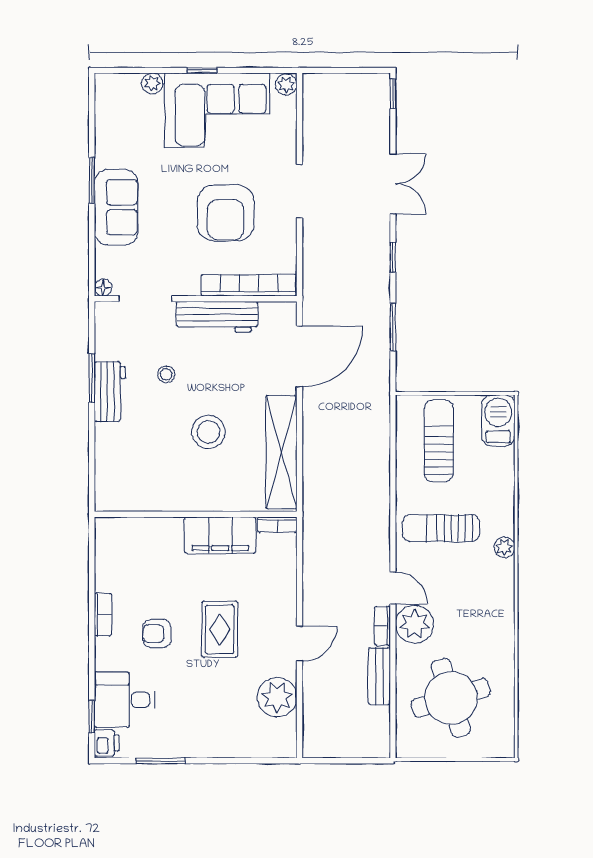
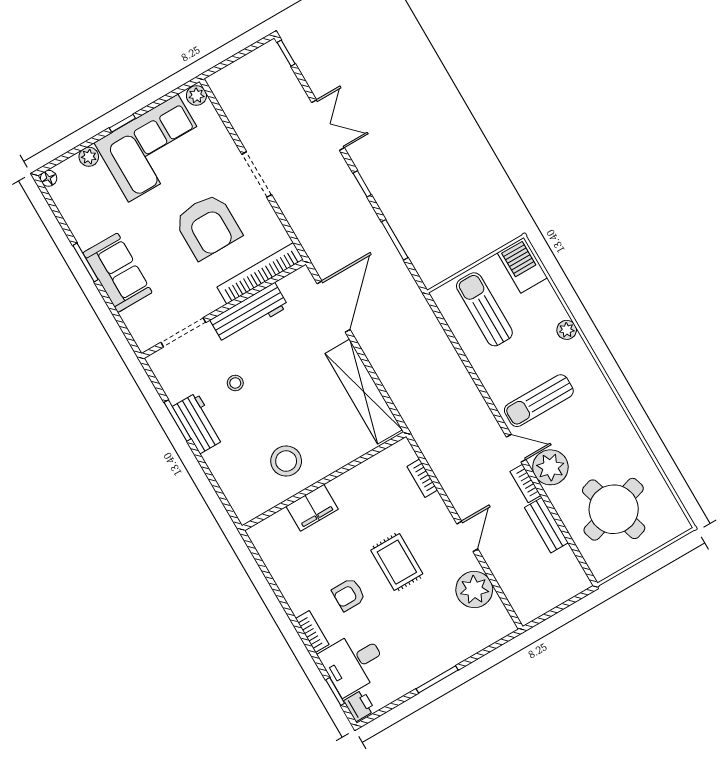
floor lamp: (103, 288) -> (49, 178), moved
stool: (208, 432) -> (286, 461), moved
bookcase: (277, 525) -> (422, 478), moved, turned 90
sun lounger: (441, 528) -> (539, 401), moved
filing cabinet: (220, 535) -> (312, 508), moved, width x0.67, depth x0.86
plant: (504, 547) -> (567, 330), moved
bookcase: (103, 615) -> (312, 632), moved
window: (161, 761) -> (437, 679), moved

